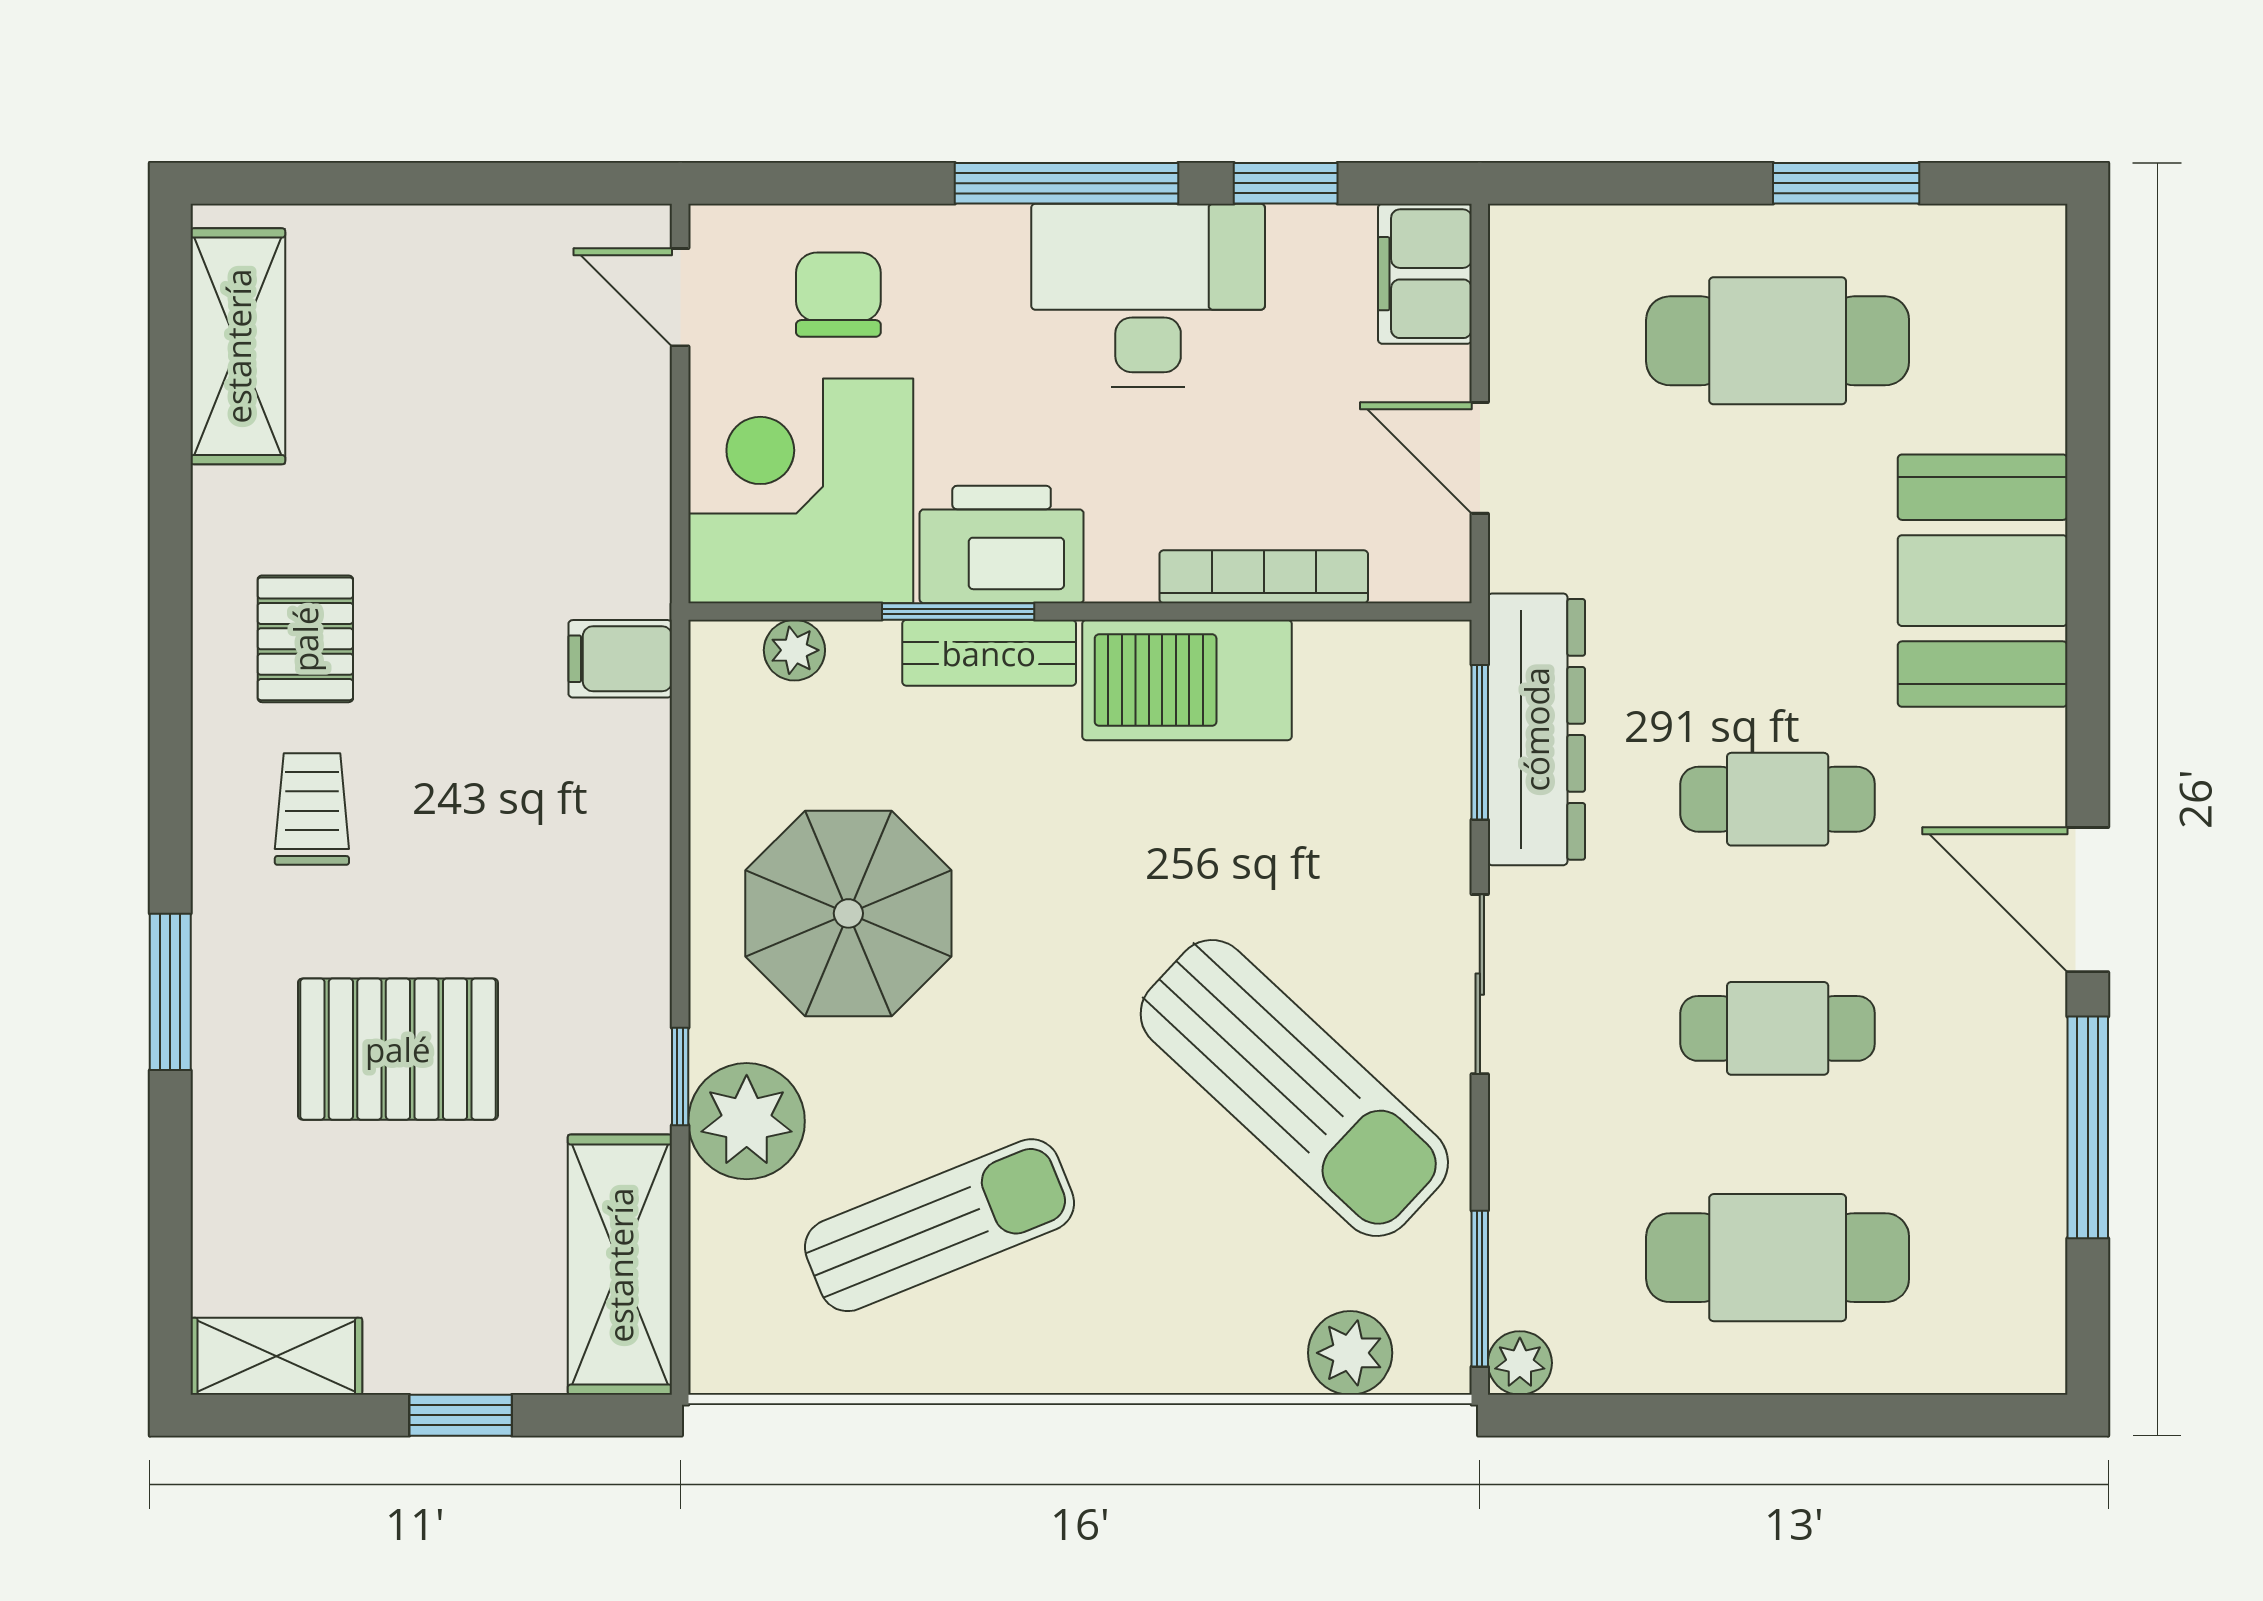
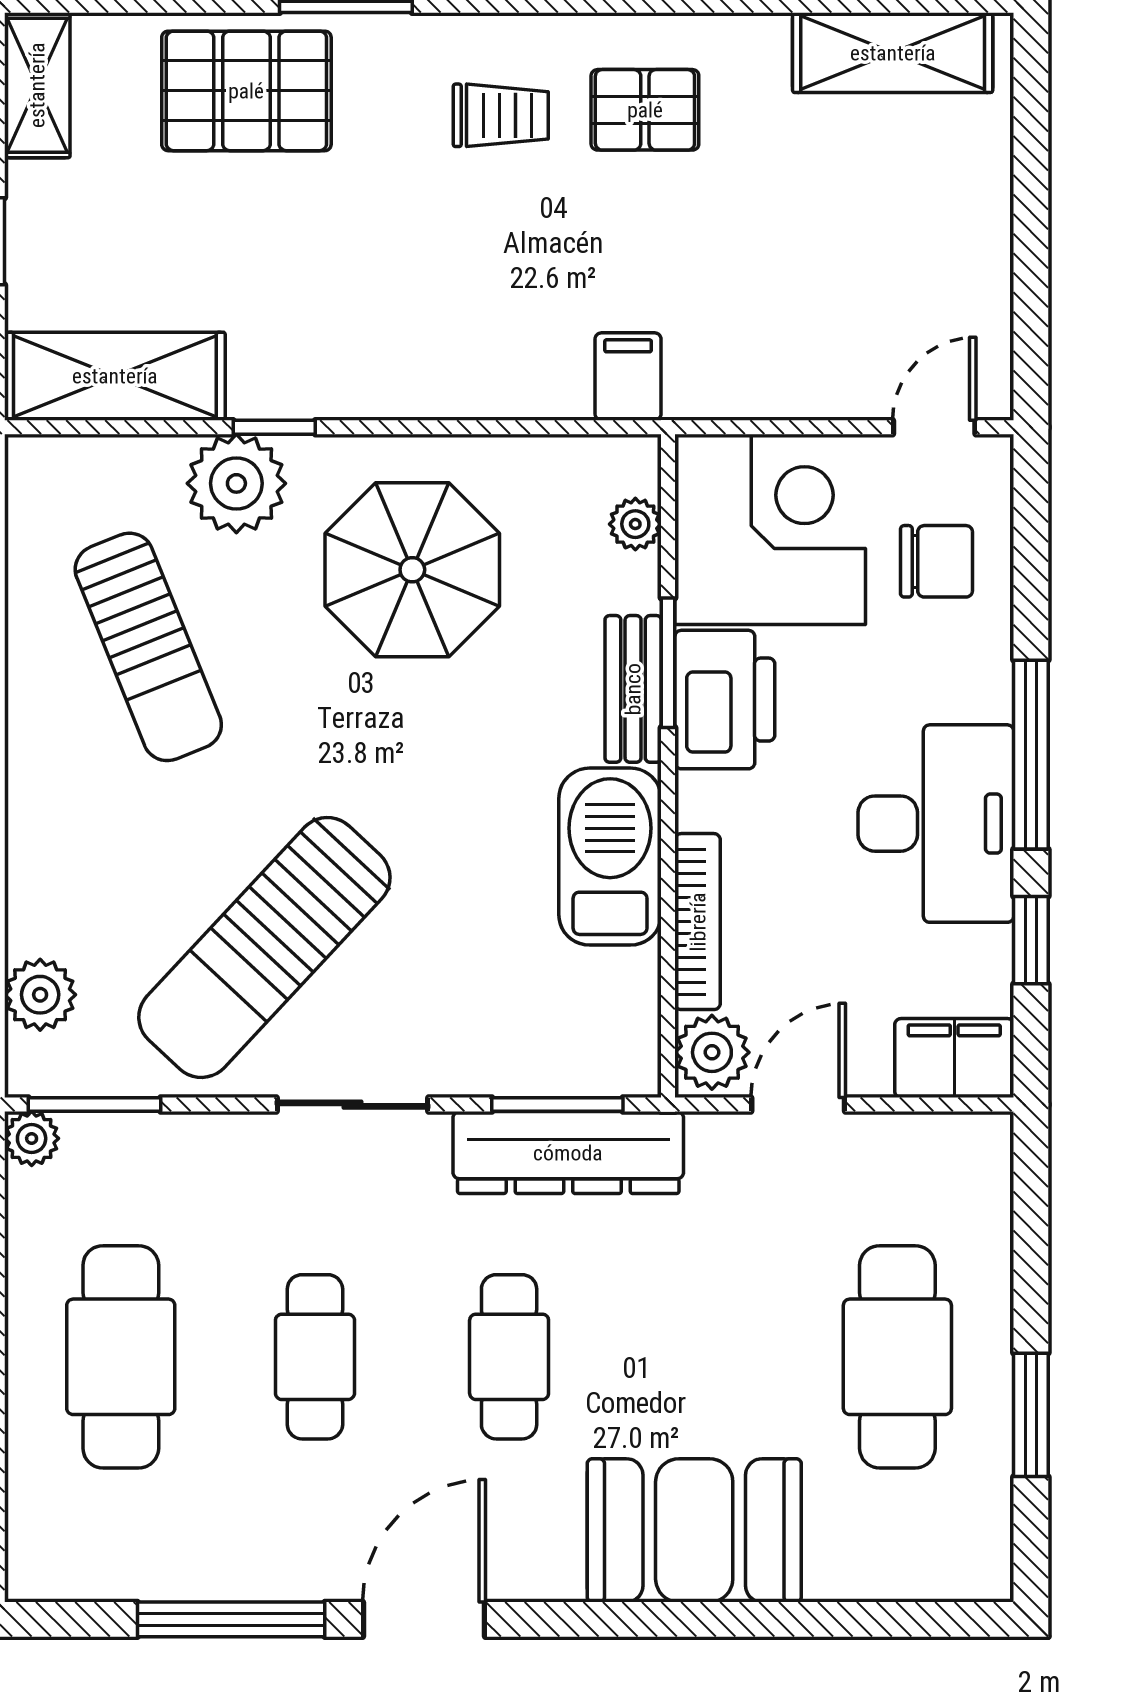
plant: (1418, 560) -> (712, 1052), added
pallet: (398, 1049) -> (246, 91), moved, turned 90

